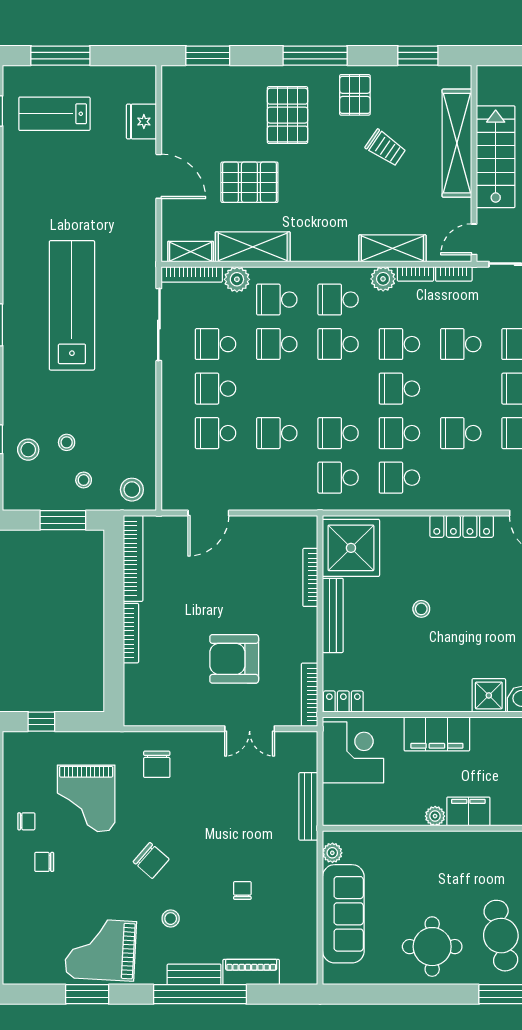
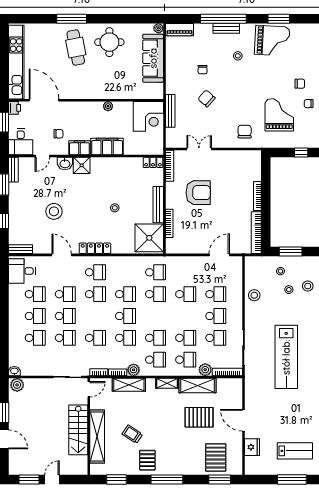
pallet: (287, 115) -> (216, 458), moved
shelving: (191, 252) -> (167, 383), moved
school desk: (399, 478) -> (95, 272), moved
stool: (132, 490) -> (254, 295), moved
armchair: (234, 659) -> (198, 193), moved
corner desk: (353, 752) -> (148, 116), moved, turned -90
filing cabinet: (468, 811) -> (79, 148), moved, turned 180
plant: (332, 853) -> (158, 28), moved
chair: (151, 860) -> (207, 98), moved
piano: (251, 972) -> (179, 30), moved

